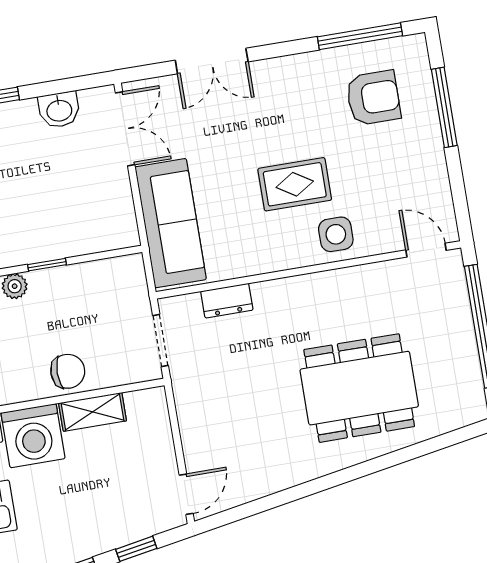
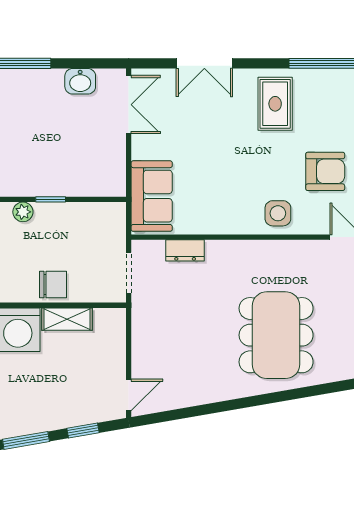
armchair: (373, 98) -> (325, 171), moved
rug: (295, 184) -> (275, 104), moved, turned 90
sofa: (171, 223) -> (152, 196), width x0.73
dining table: (359, 388) -> (276, 335), turned 90

